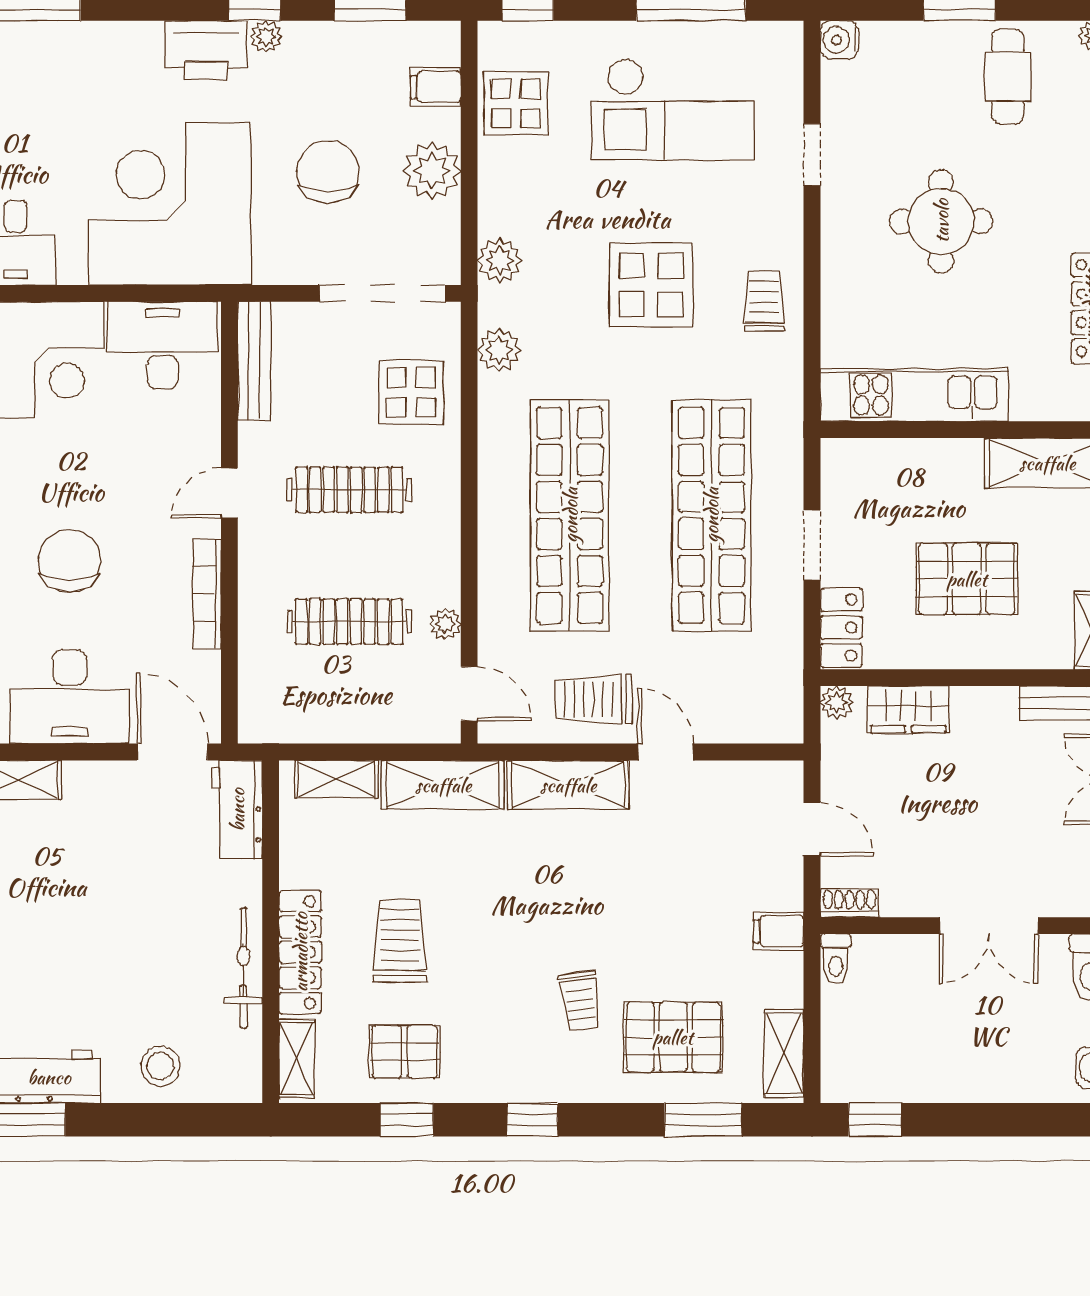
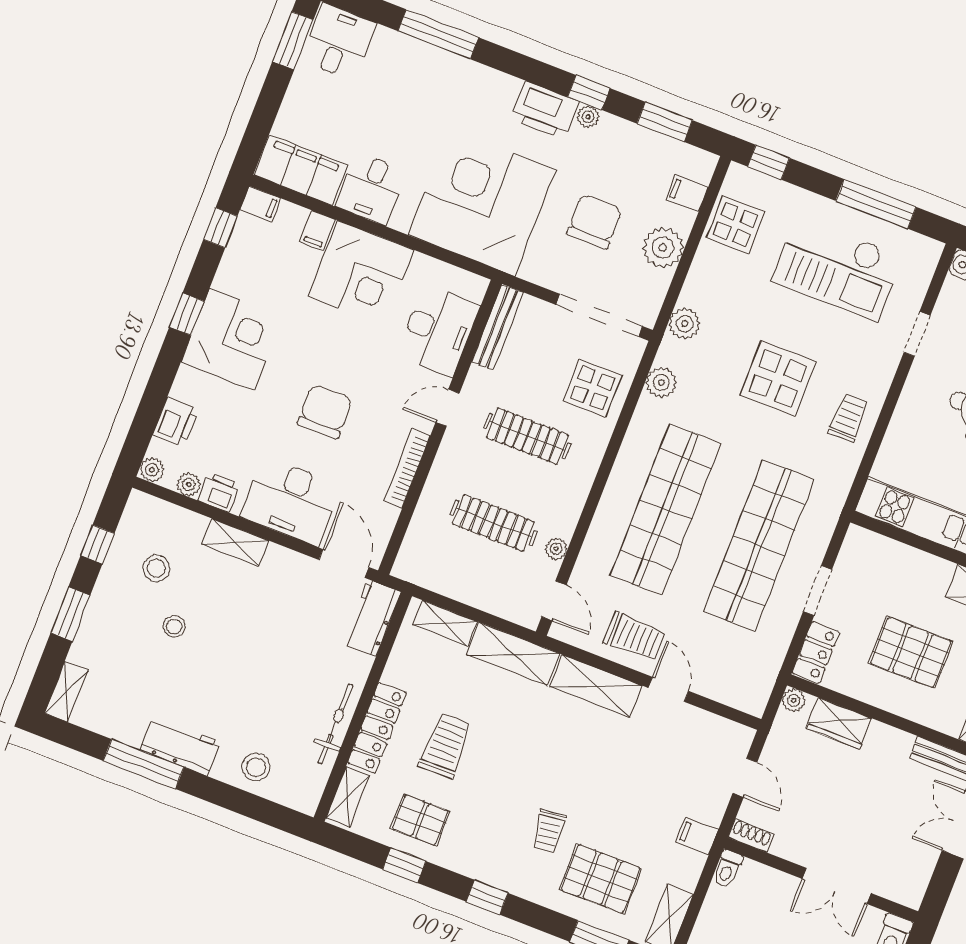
desk: (163, 345) -> (438, 330), moved, turned 90
trolley: (594, 699) -> (635, 636), turned 180

